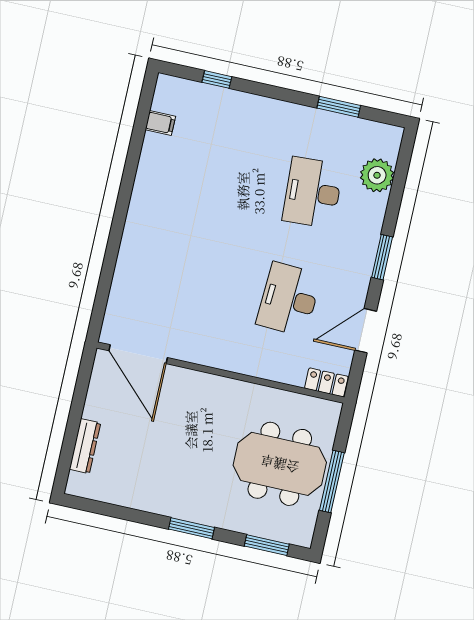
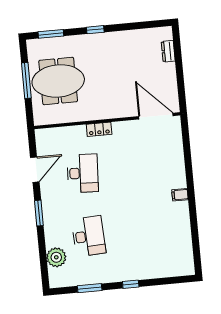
window: (217, 79) -> (131, 284), moved
filing cabinet: (160, 123) -> (180, 195), moved
locker: (326, 382) -> (99, 129), moved
dresser: (85, 446) -> (168, 51), width x0.70
window: (191, 528) -> (95, 30), width x0.67

